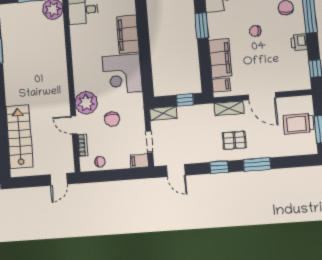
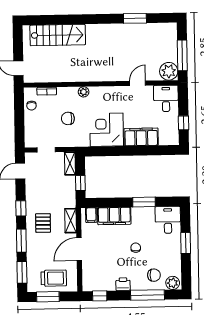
plant: (86, 103) -> (84, 92), width x0.53, depth x0.53
trolley: (298, 124) -> (54, 278), turned 90
door: (74, 125) -> (138, 83), moved
filing cabinet: (139, 161) -> (30, 140), removed
window: (295, 162) -> (22, 272), added

